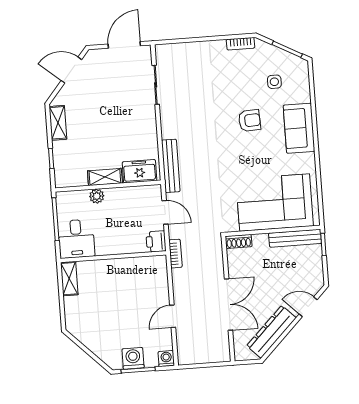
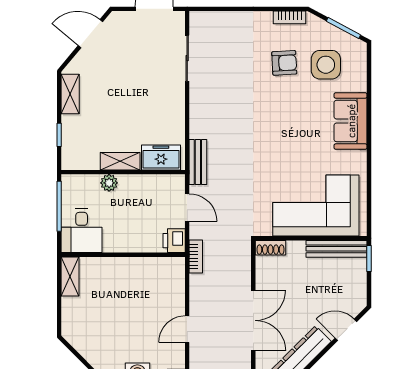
side table: (274, 82) -> (326, 65), width x1.87, depth x1.87
armchair: (250, 120) -> (284, 63), moved
bench: (171, 166) -> (198, 162), width x0.73

